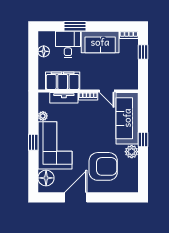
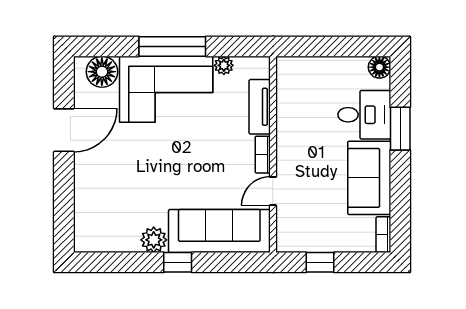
floor lamp: (44, 51) -> (379, 67), moved
window: (143, 52) -> (320, 262), moved
filing cabinet: (63, 81) -> (293, 104), removed
window: (33, 142) -> (172, 46), width x2.17
armchair: (103, 166) -> (125, 184), removed
door: (76, 197) -> (64, 130), hinge flipped

